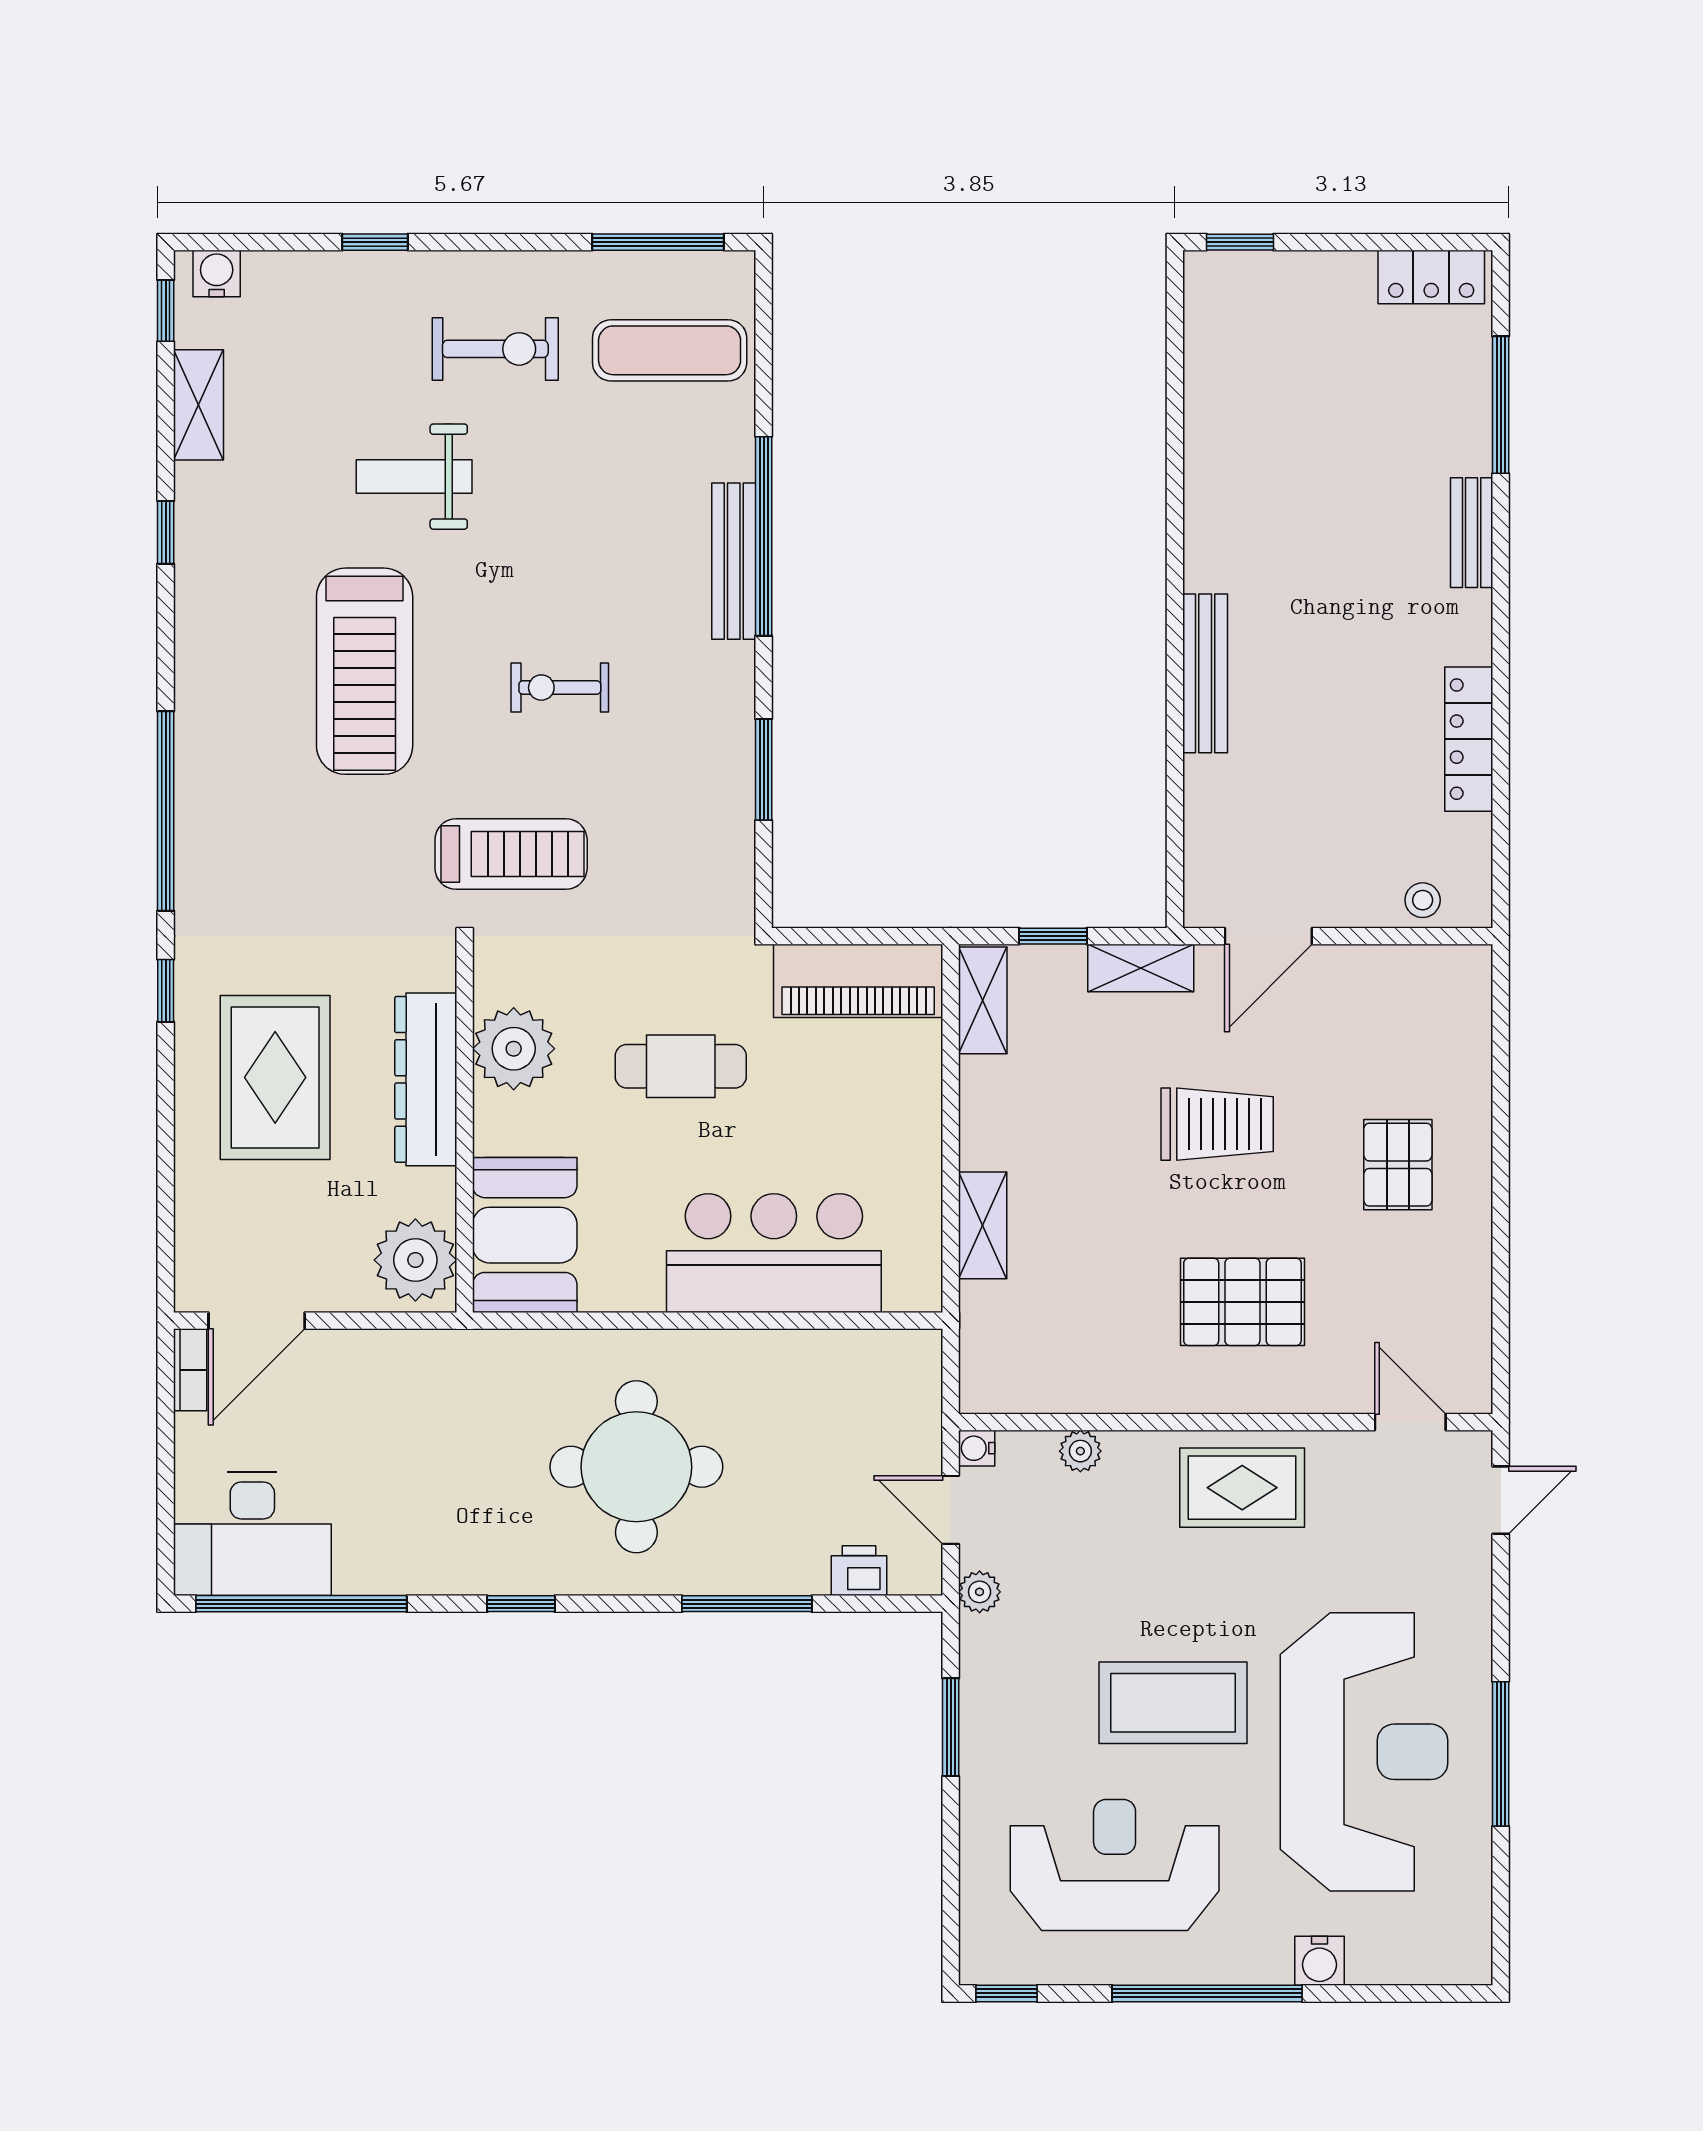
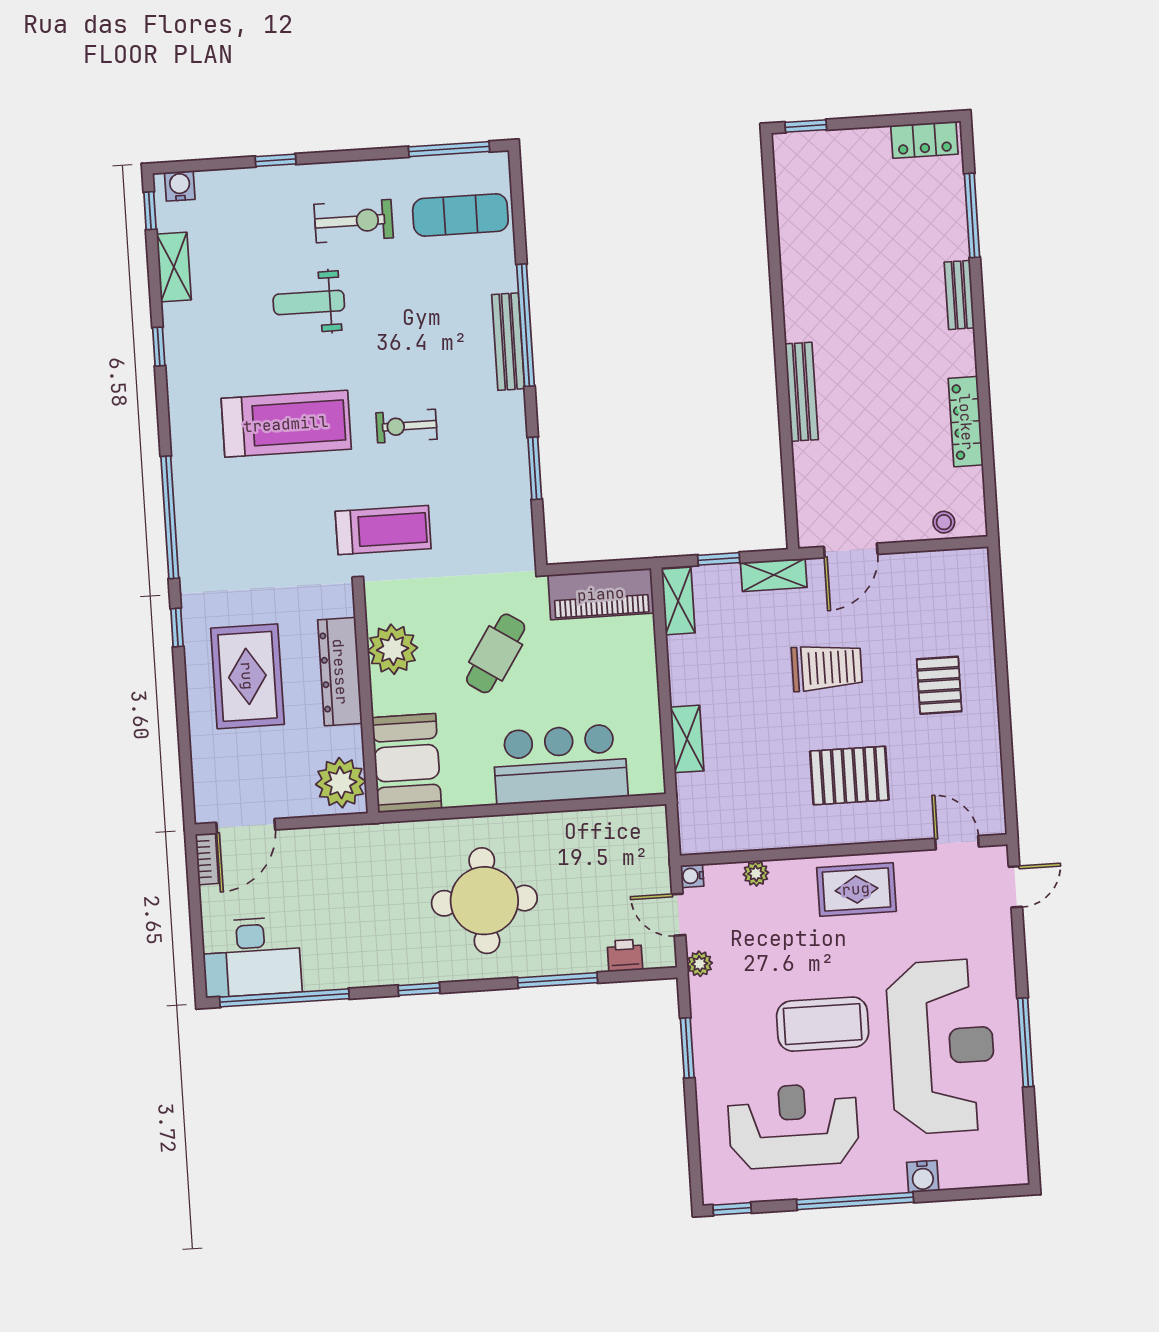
treadmill: (365, 671) -> (286, 424), turned -90
cafe table: (681, 1066) -> (496, 653), turned -57

